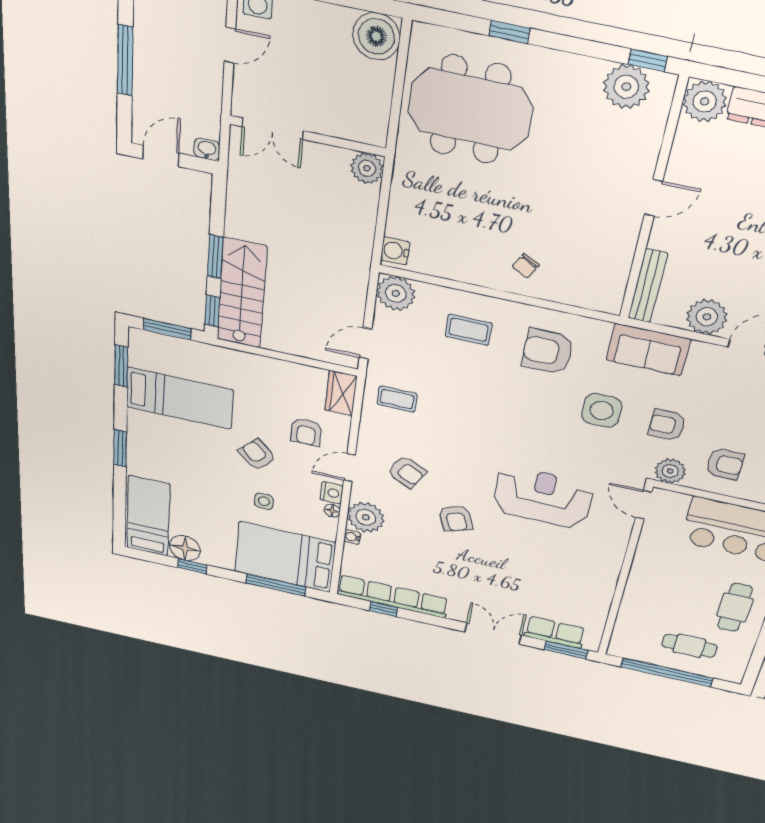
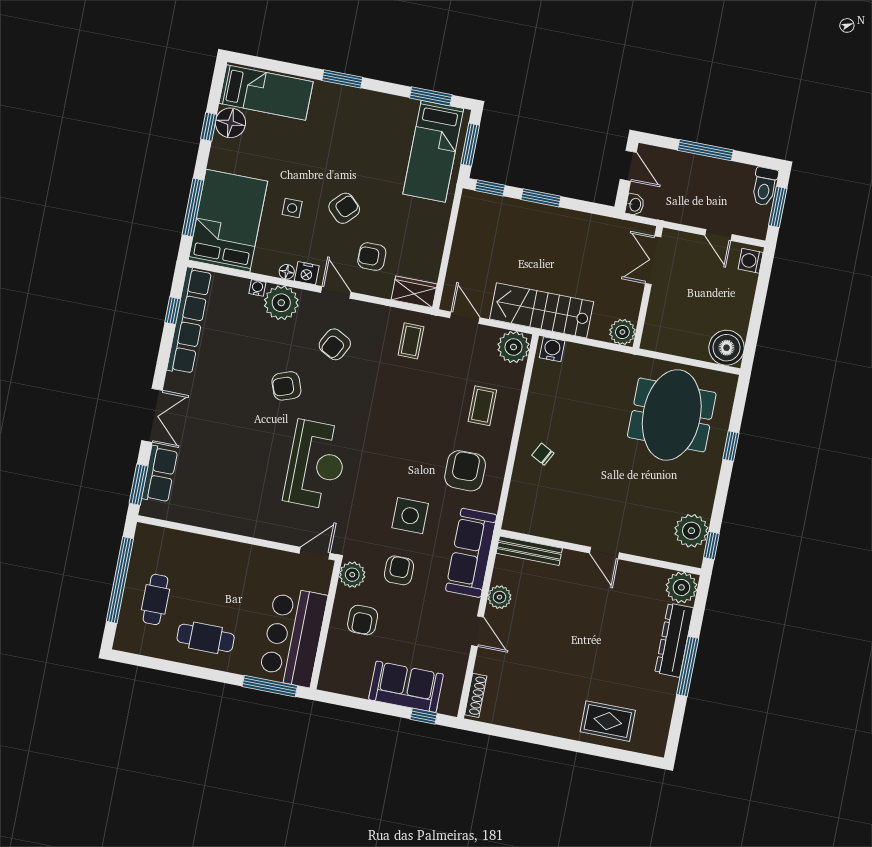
stairs: (242, 294) -> (542, 310), moved, turned 180
plant: (707, 317) -> (499, 597), width x0.73, depth x0.73
sofa: (648, 350) -> (471, 553), width x1.36
bed: (180, 398) -> (433, 151), moved

